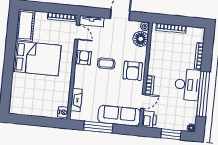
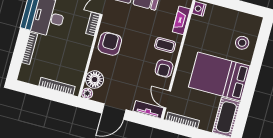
coffee table: (106, 63) -> (165, 45), moved
stool: (22, 90) -> (242, 43), added

